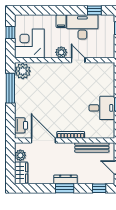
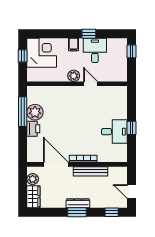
window: (94, 10) -> (89, 34), moved
desk: (82, 27) -> (95, 50), width x0.73
corner desk: (29, 43) -> (42, 53), moved, turned 90
plant: (23, 71) -> (35, 112), moved
printer: (21, 125) -> (33, 129), moved
bench: (92, 147) -> (90, 171), moved

